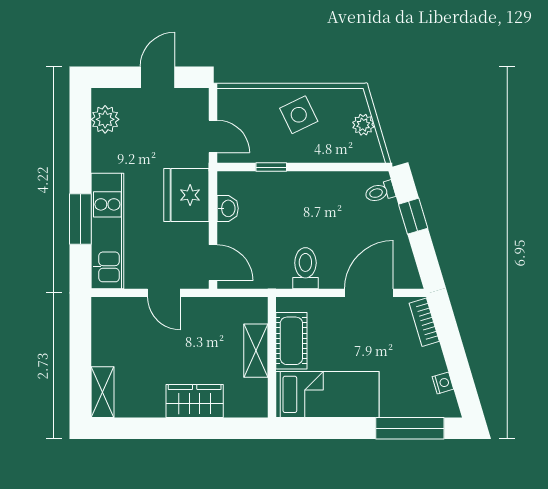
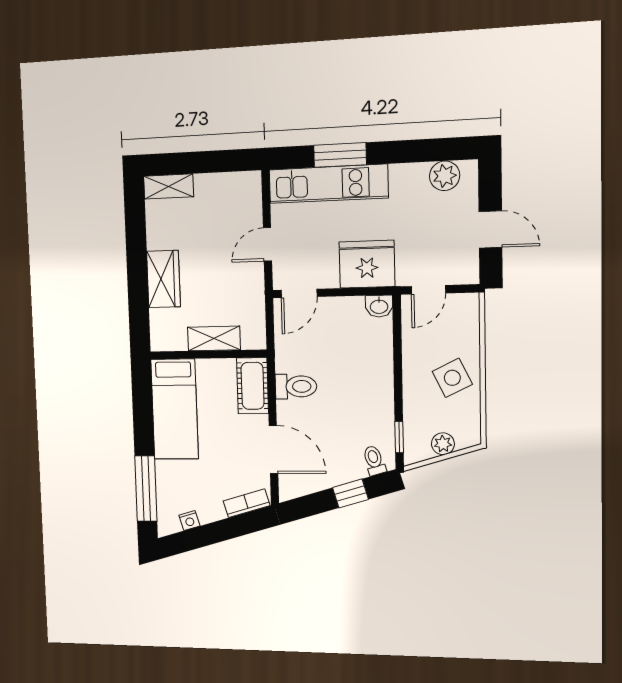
window: (271, 167) -> (399, 437), moved
washbasin: (228, 208) -> (379, 306), moved
cot: (291, 341) -> (253, 386), moved, turned 90

